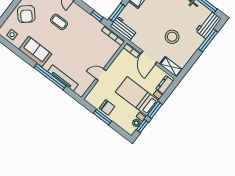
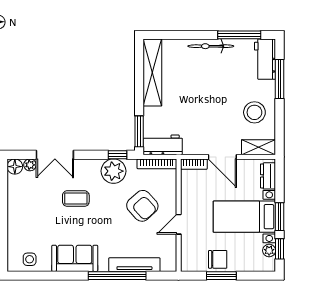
armchair: (26, 14) -> (142, 206), moved
plant: (89, 23) -> (114, 171), added
stool: (172, 37) -> (254, 112), moved

